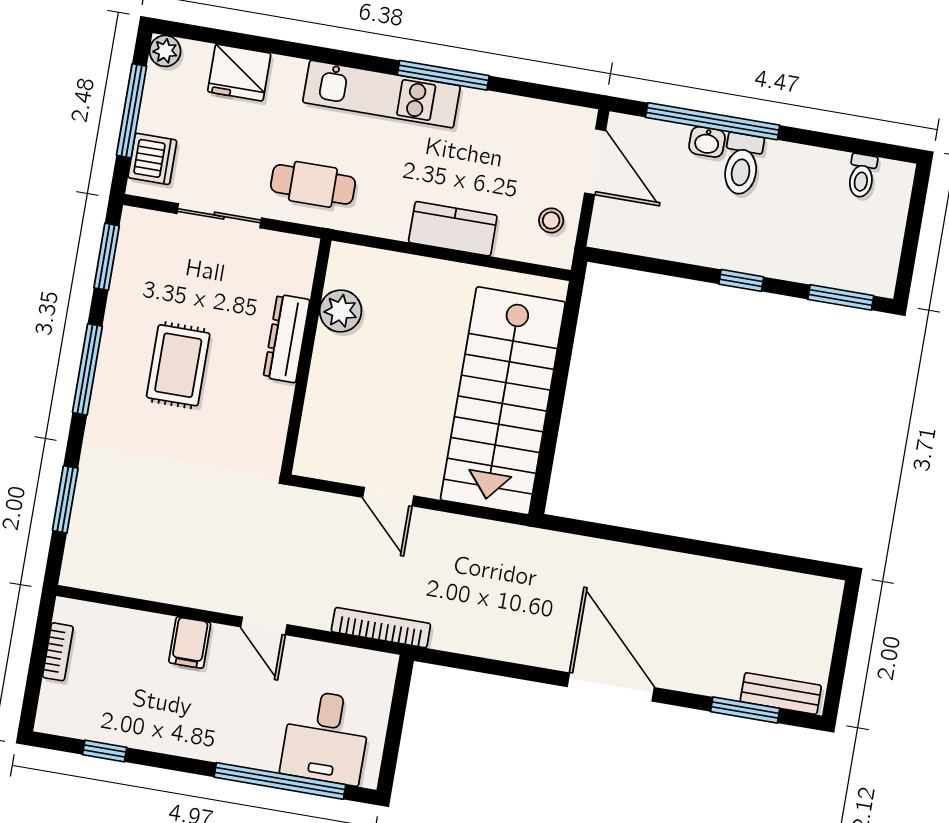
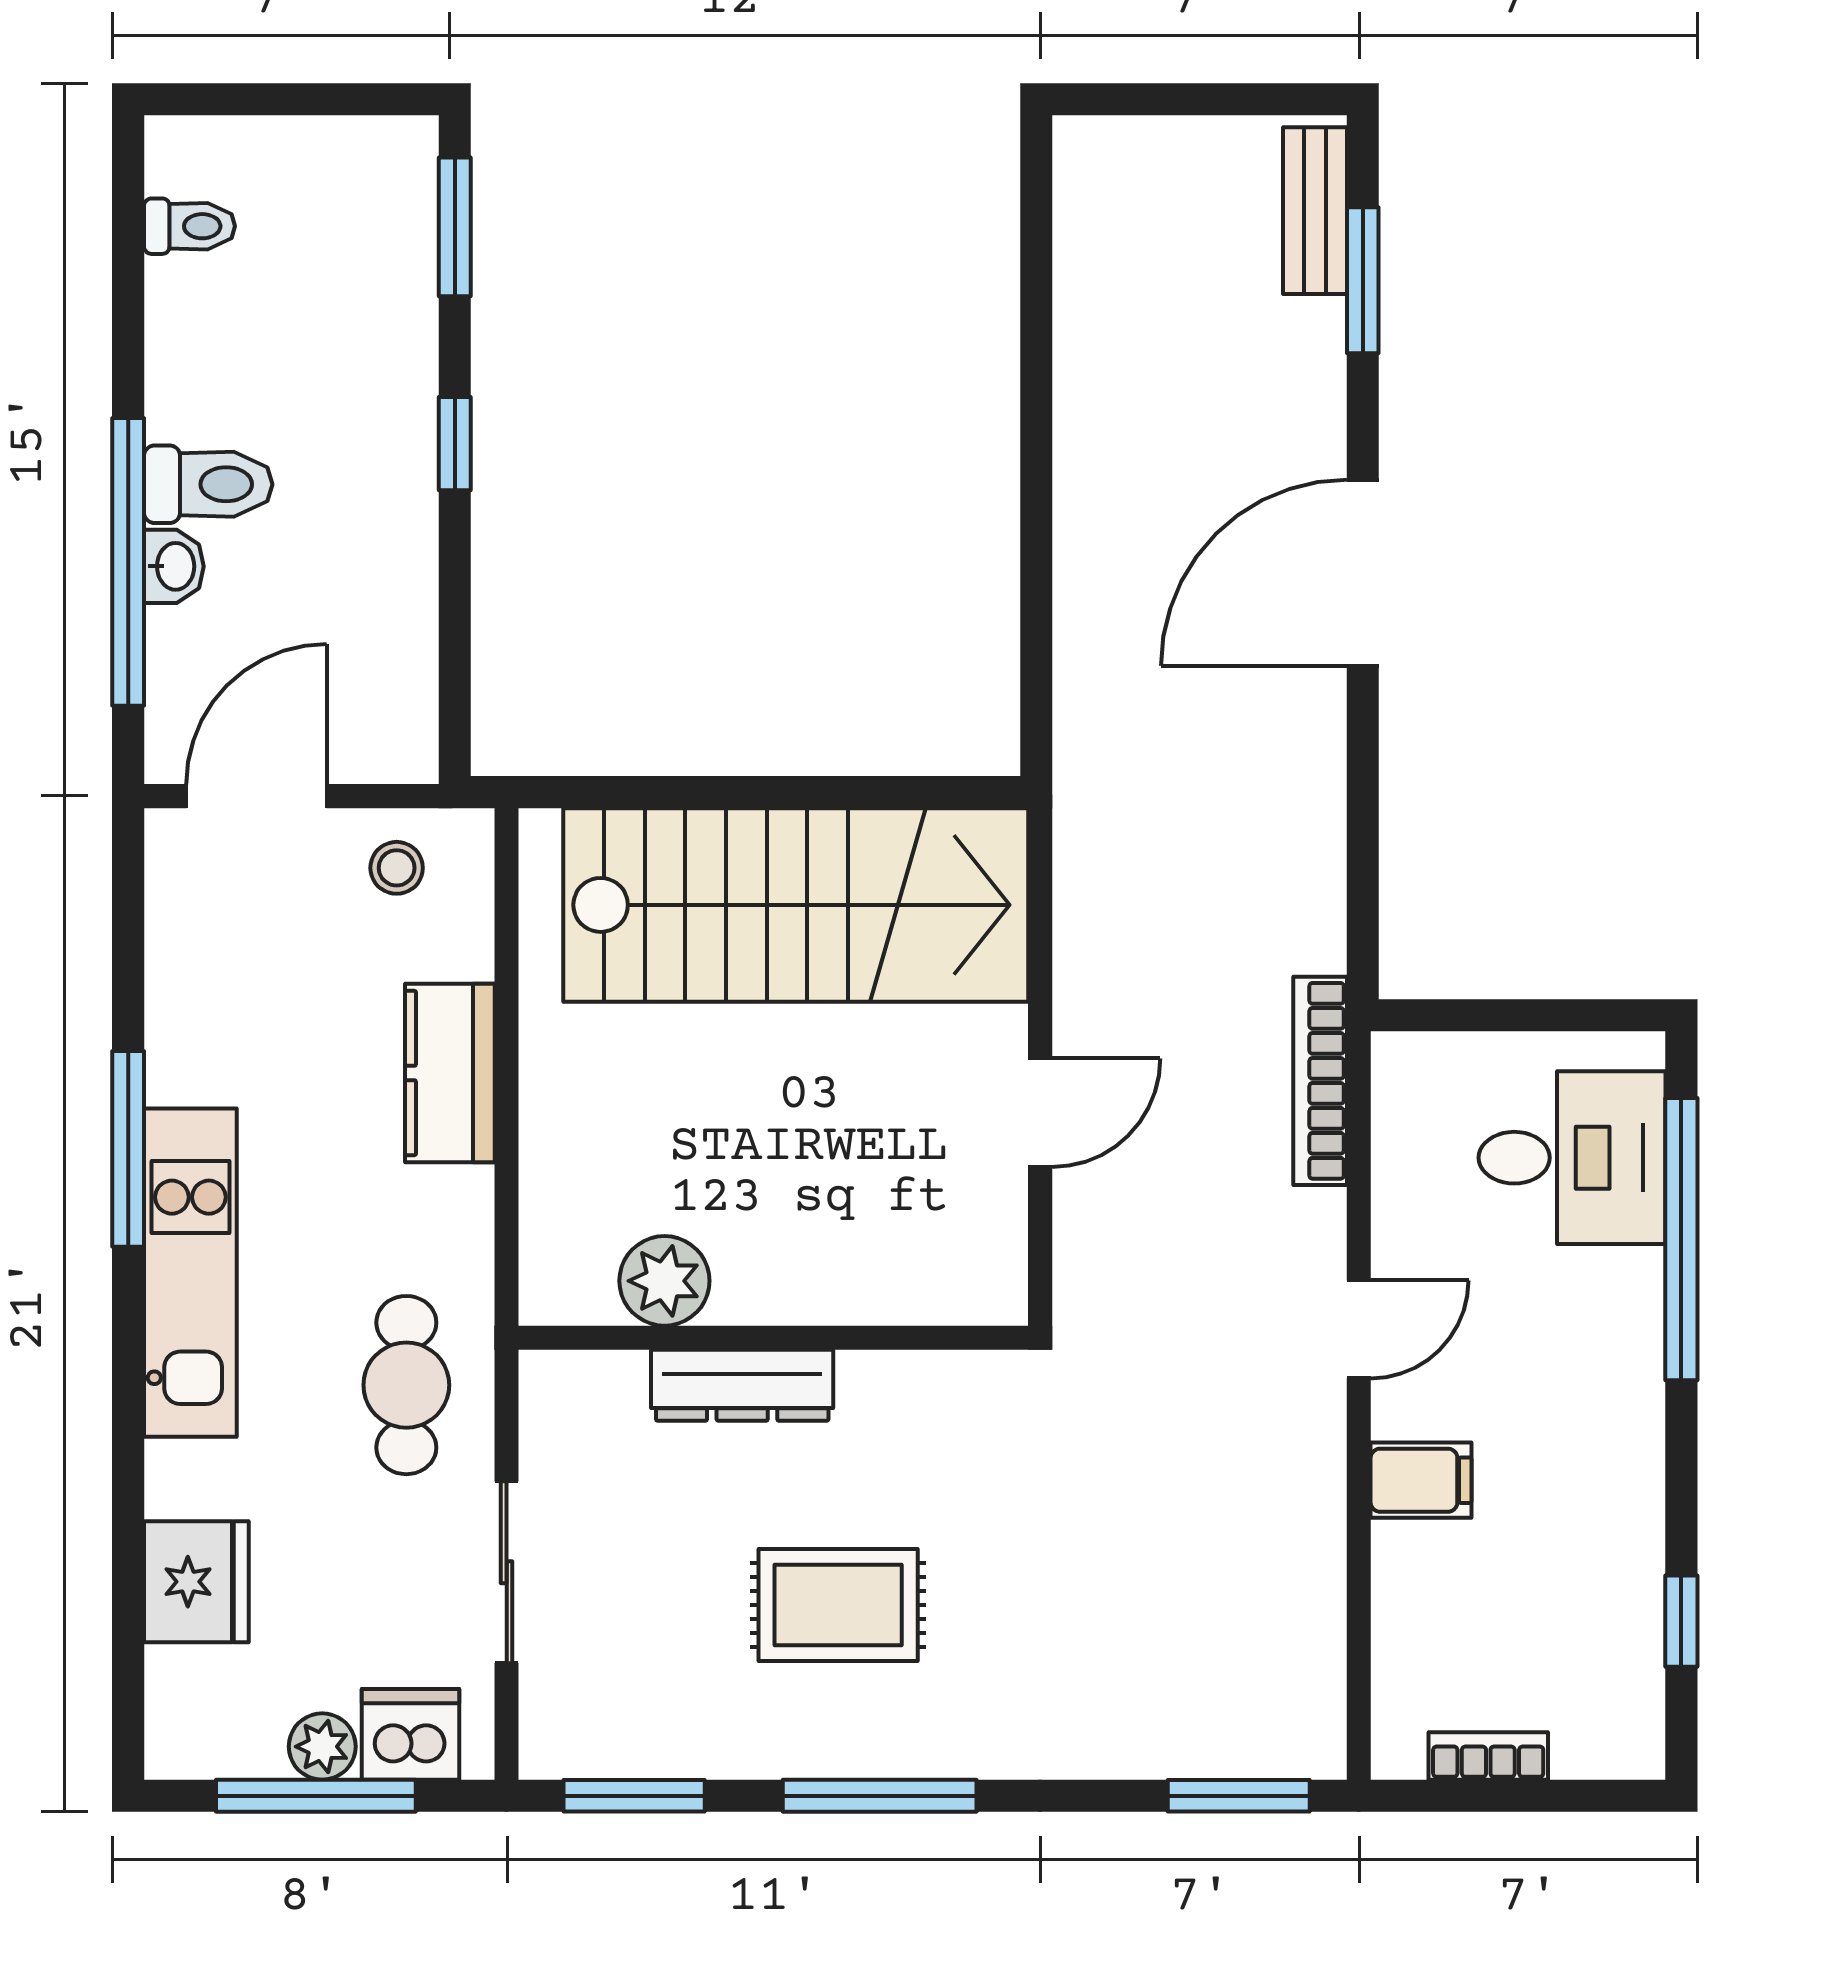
plant: (165, 51) -> (322, 1747), moved
window: (65, 499) -> (1239, 1796), moved

